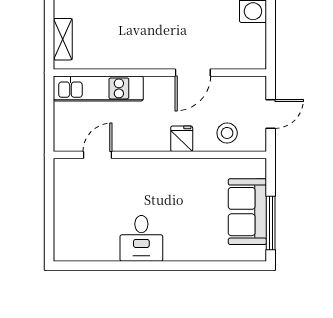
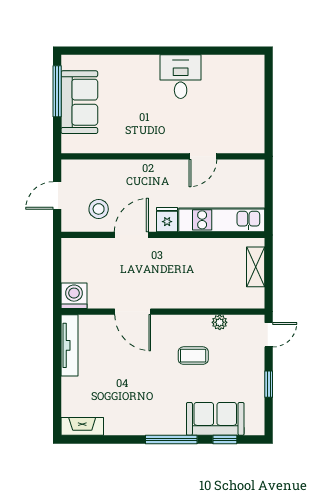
stool: (227, 133) -> (99, 209), moved
fridge: (182, 139) -> (167, 220), moved, turned 180
door: (97, 155) -> (203, 156), moved

